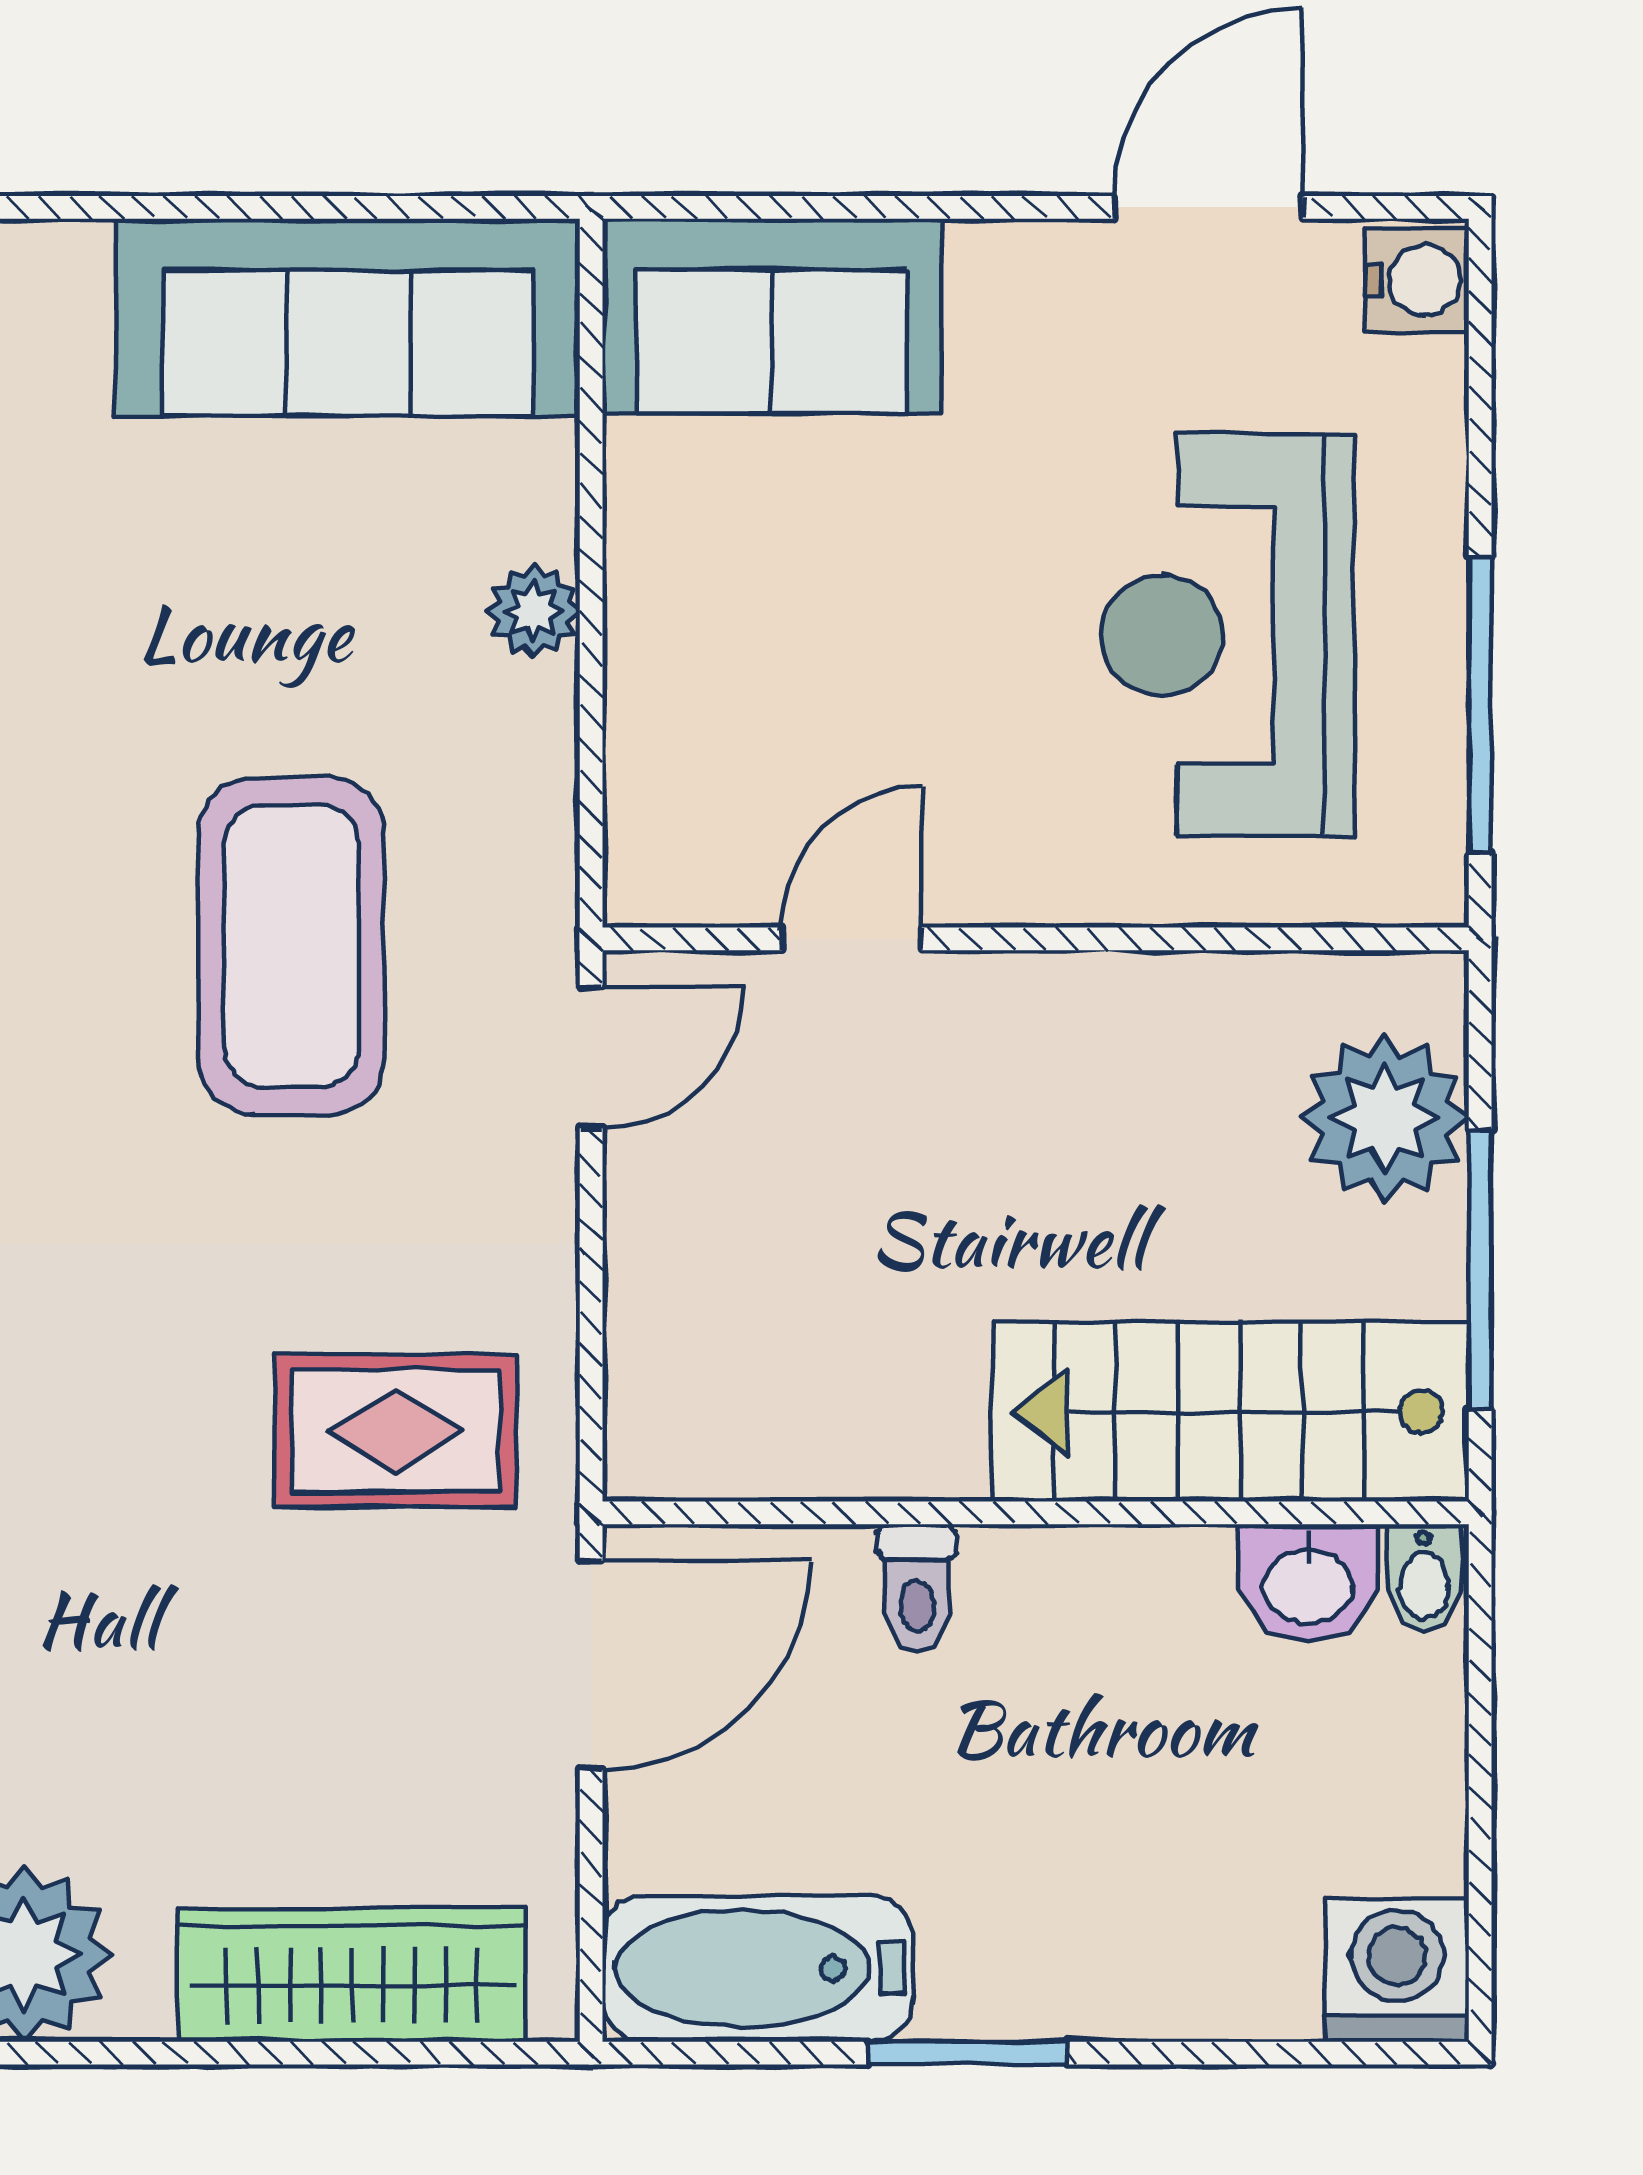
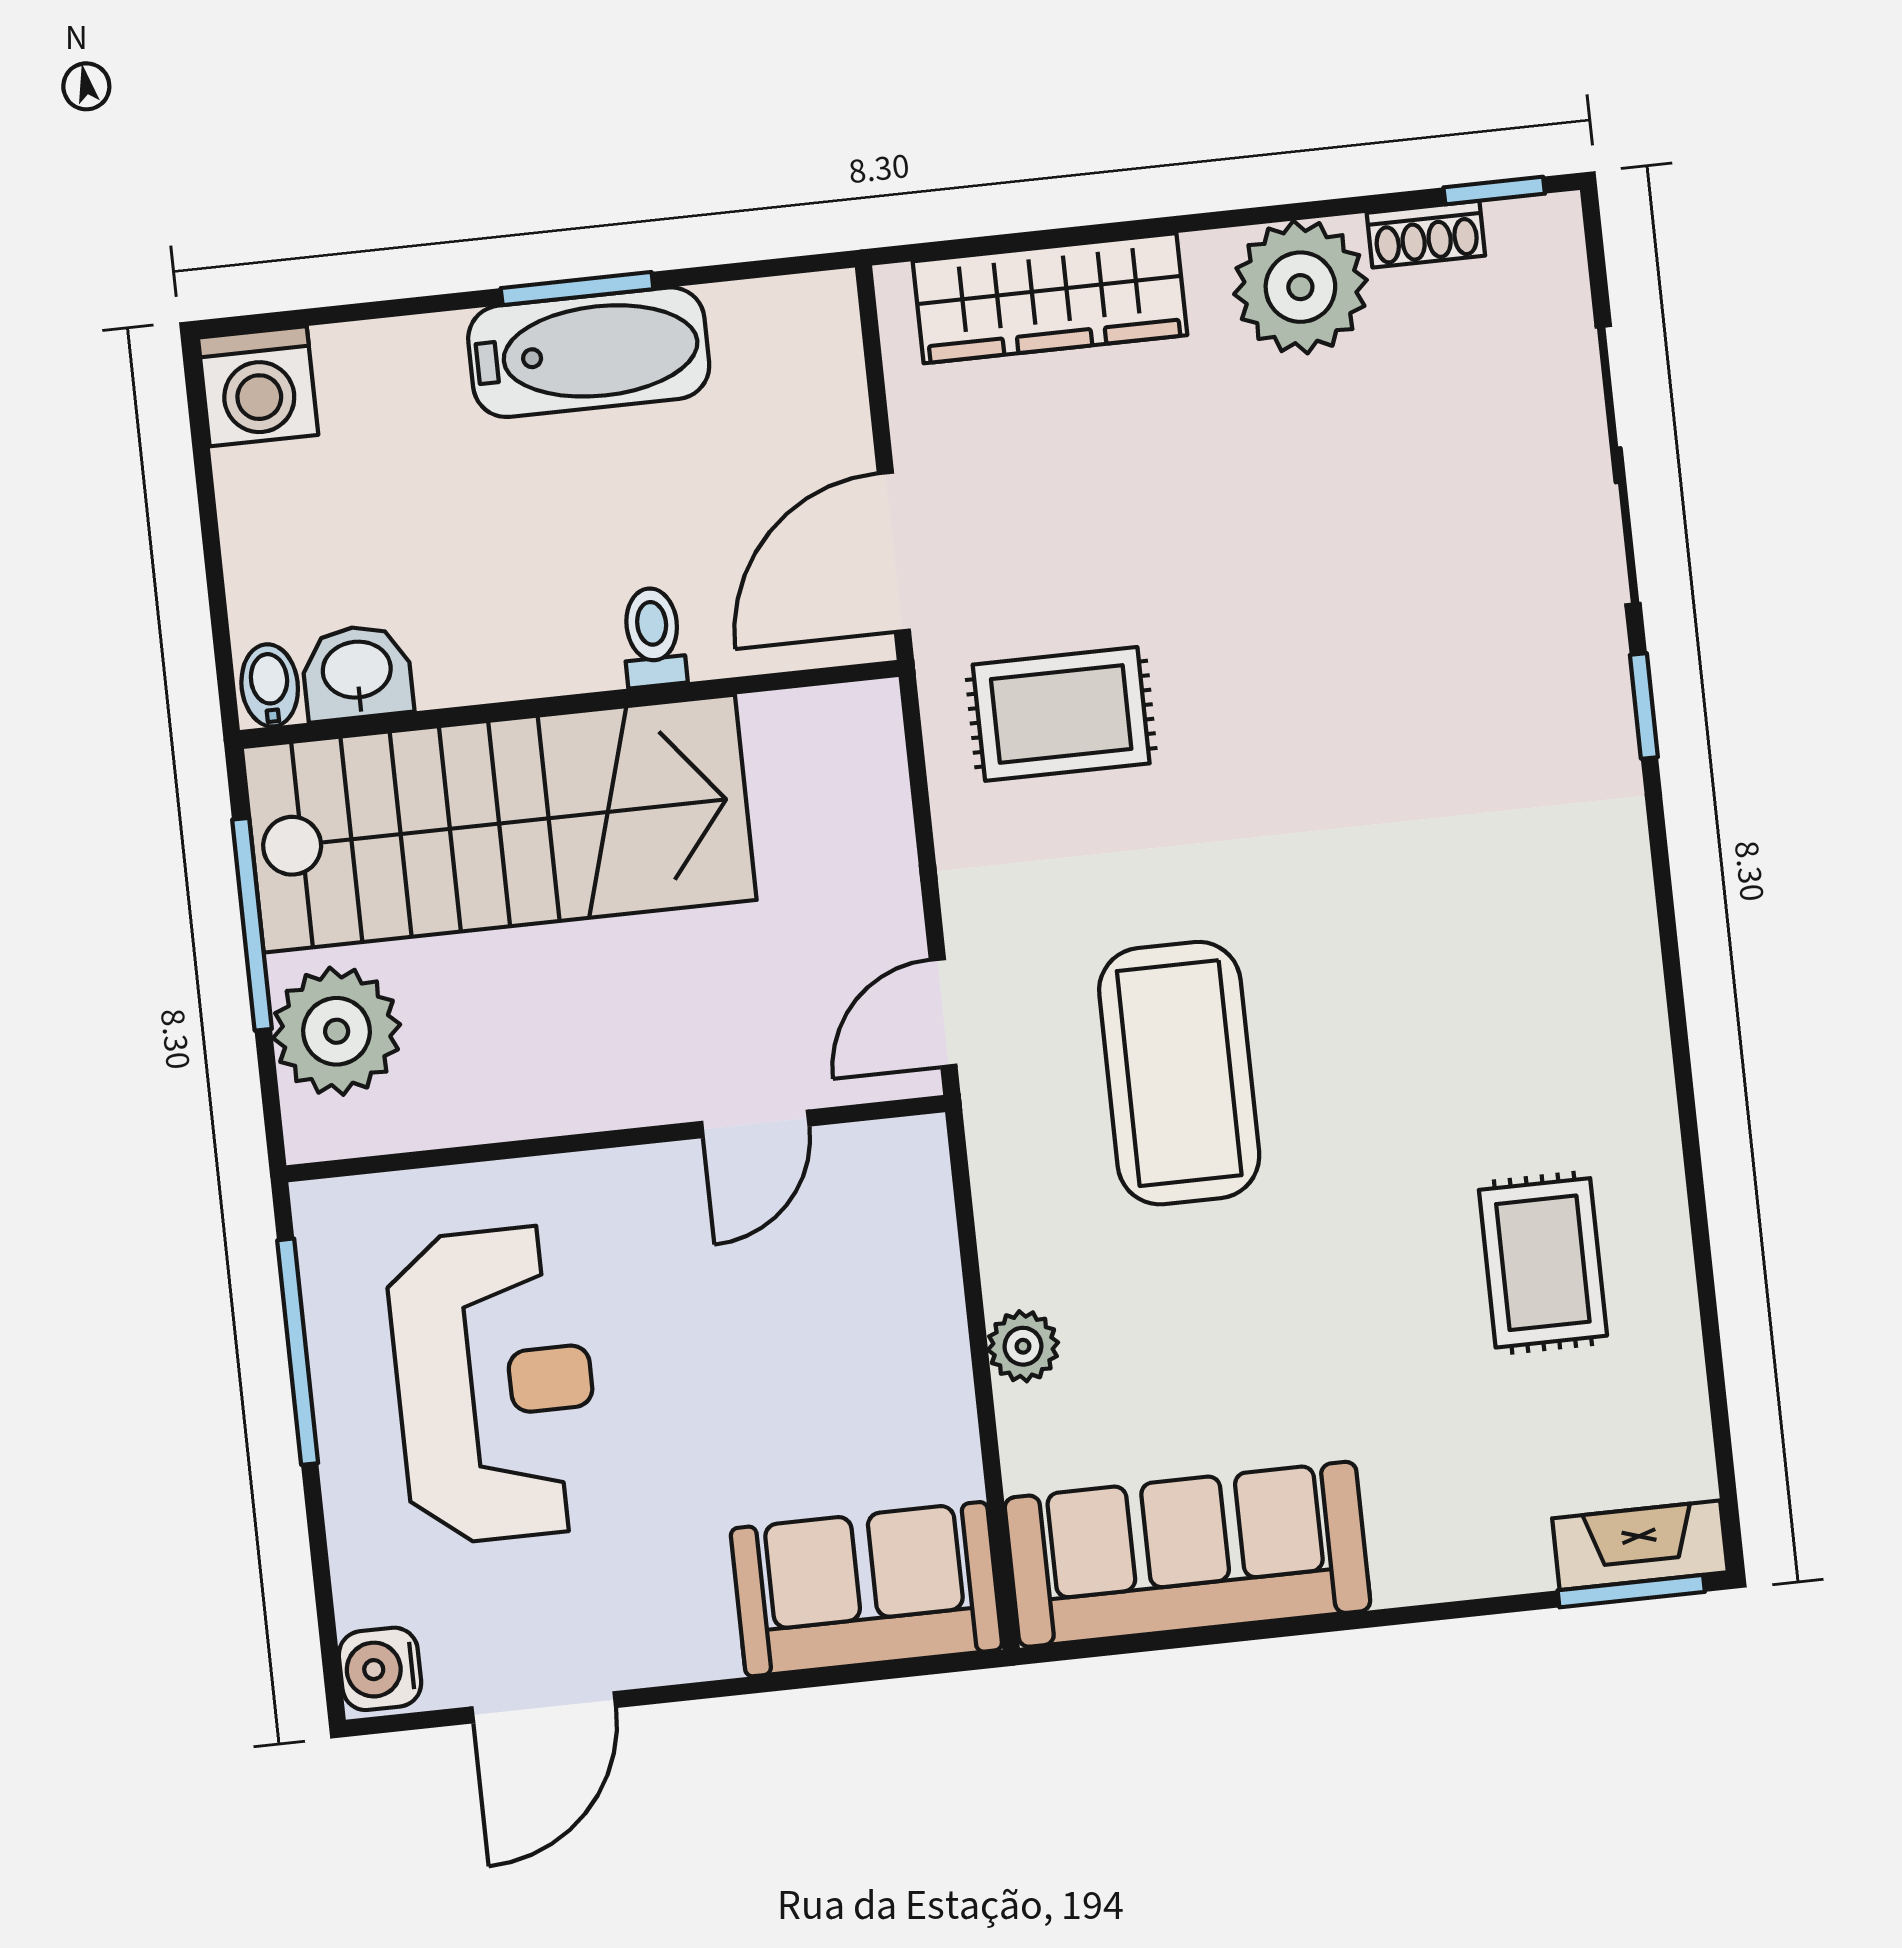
stairs: (1230, 1412) -> (499, 824), width x1.36, depth x1.51
bathtub: (758, 1968) -> (589, 352), moved

